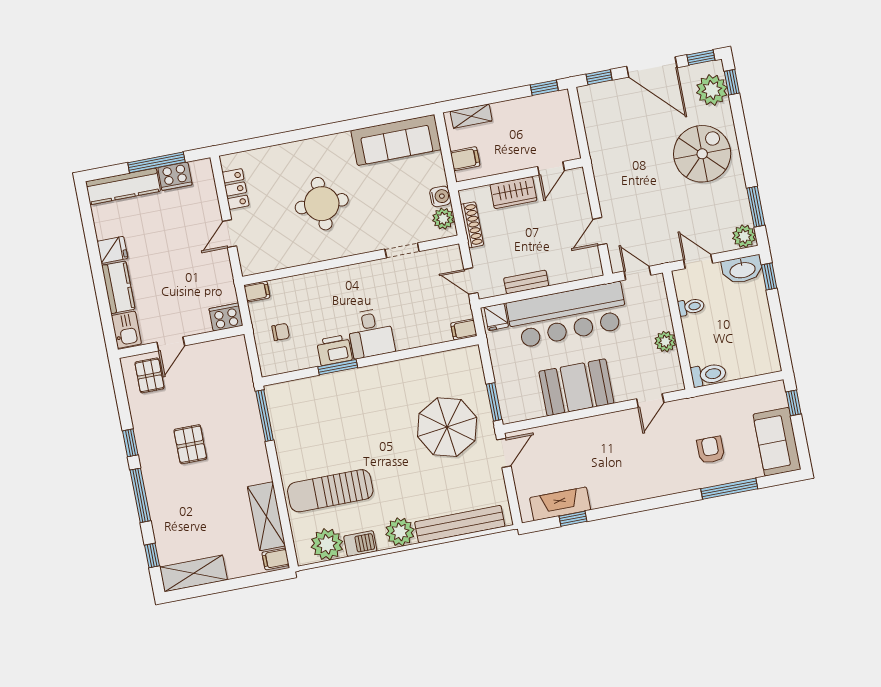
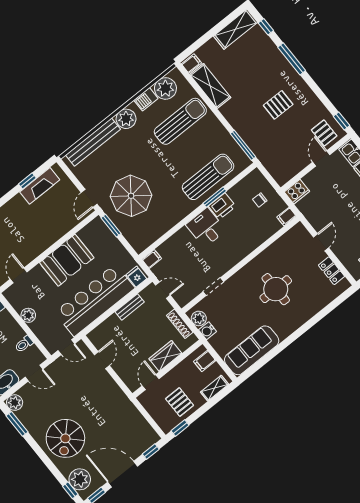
pallet: (527, 122) -> (180, 402), added
sun lounger: (333, 398) -> (208, 177), added
window: (130, 443) -> (342, 121), moved
pallet: (190, 444) -> (278, 105), turned 90

